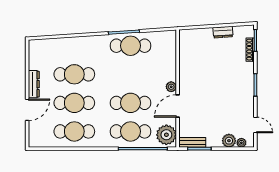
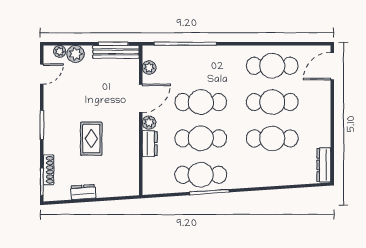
dresser: (171, 70) -> (150, 144), added
rug: (217, 74) -> (91, 139), added
dresser: (34, 84) -> (324, 165), moved
door: (27, 110) -> (332, 66), moved
door: (255, 125) -> (42, 74), swing flipped
cafe table: (131, 131) -> (201, 138), moved
plant: (166, 135) -> (149, 67), width x0.53, depth x0.53
bench: (192, 142) -> (116, 52), width x1.36

